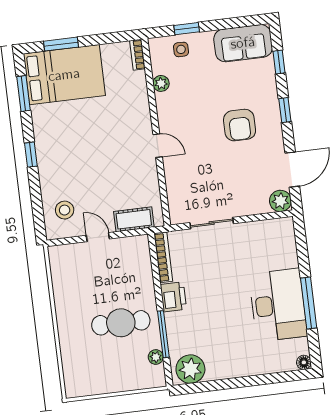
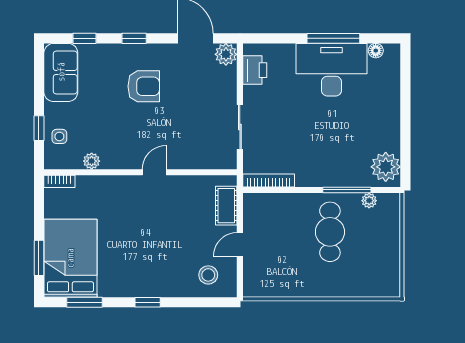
printer: (173, 297) -> (255, 70), moved, turned 90
floor lamp: (304, 362) -> (376, 51), moved

